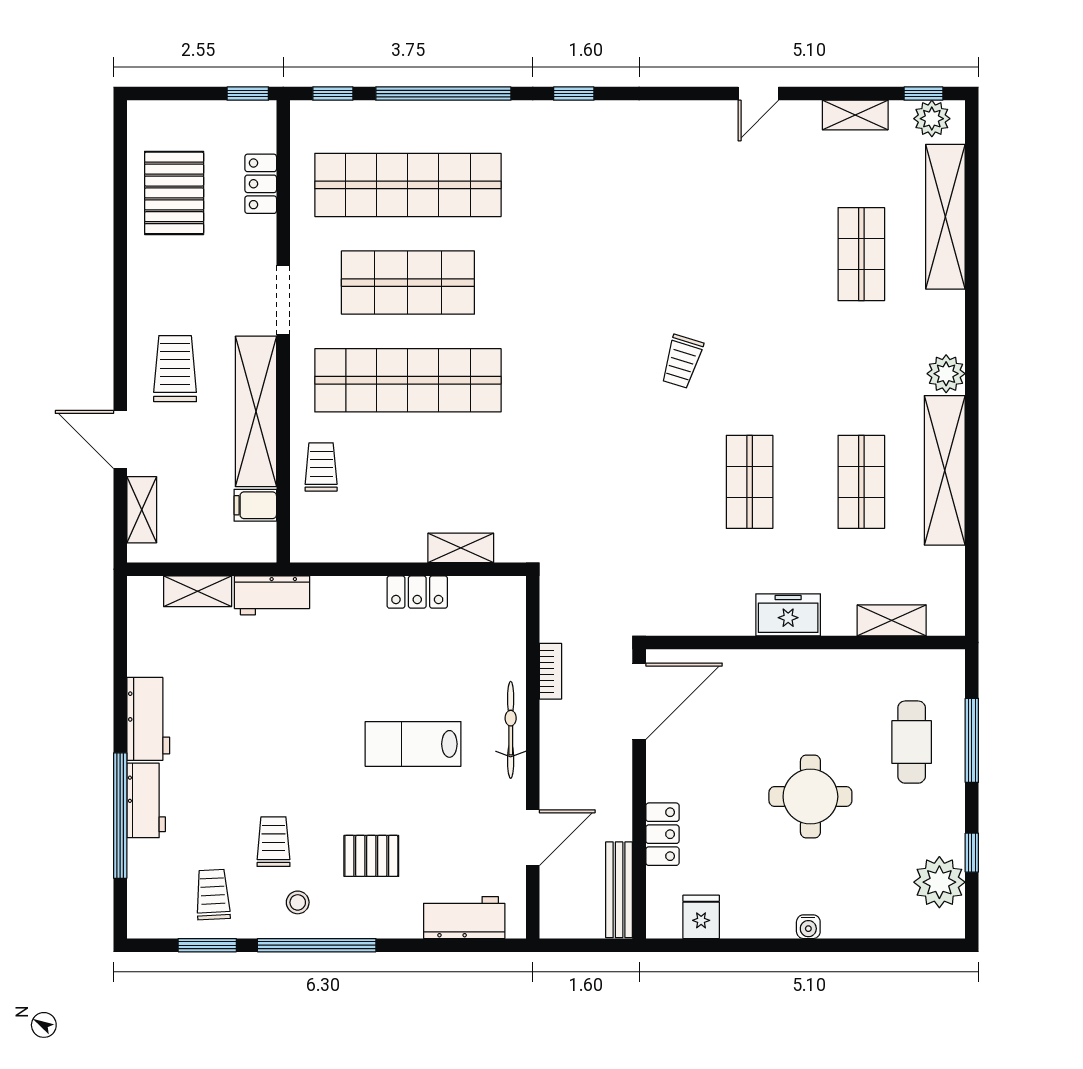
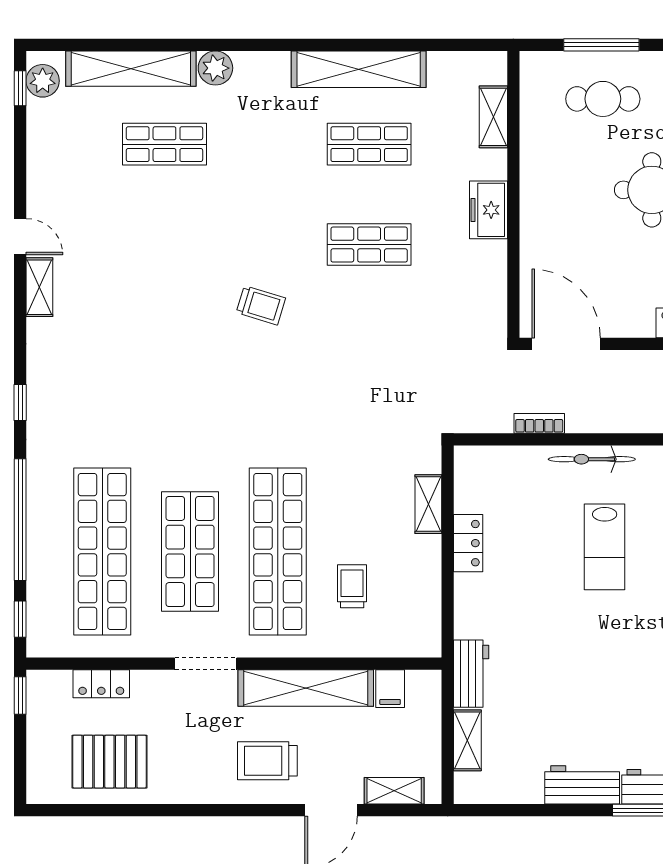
shelving: (855, 115) -> (39, 287), moved
plant: (946, 374) -> (215, 68), moved
trolley: (321, 467) -> (352, 586), moved, turned 90

